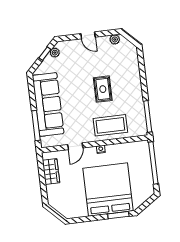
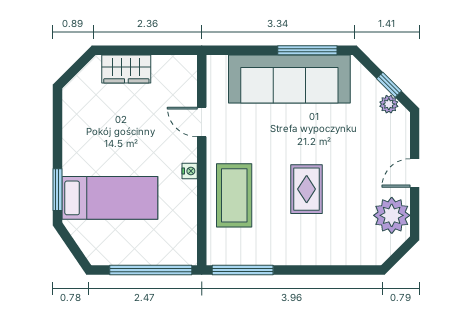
plant: (115, 39) -> (392, 215), width x1.88, depth x1.88
rug: (103, 89) -> (307, 189), turned 90
window: (36, 126) -> (307, 50), moved
wardrobe: (51, 171) -> (126, 69), moved
bed: (108, 189) -> (110, 198), width x0.49

